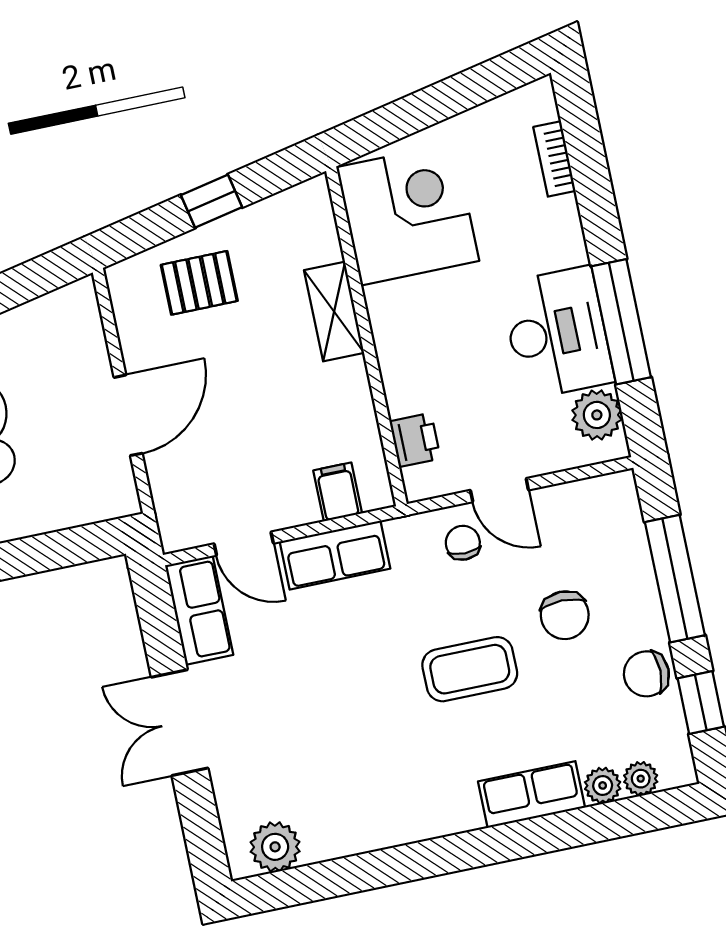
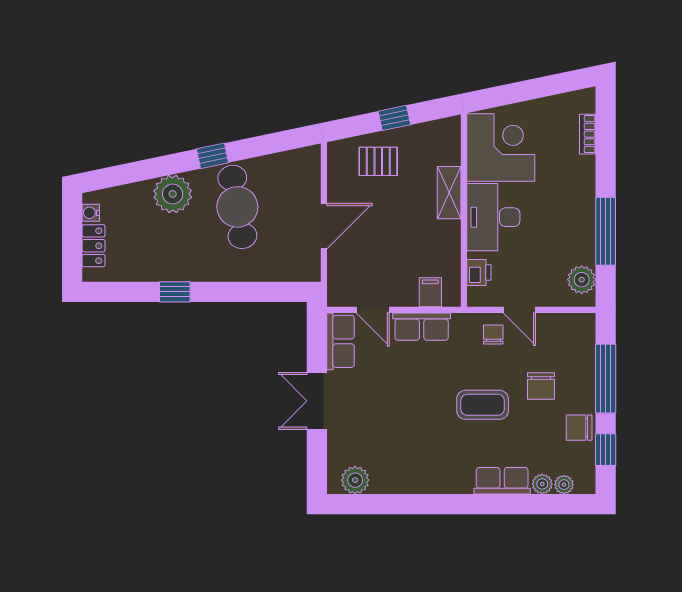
desk: (557, 333) -> (493, 217), moved, turned 180

